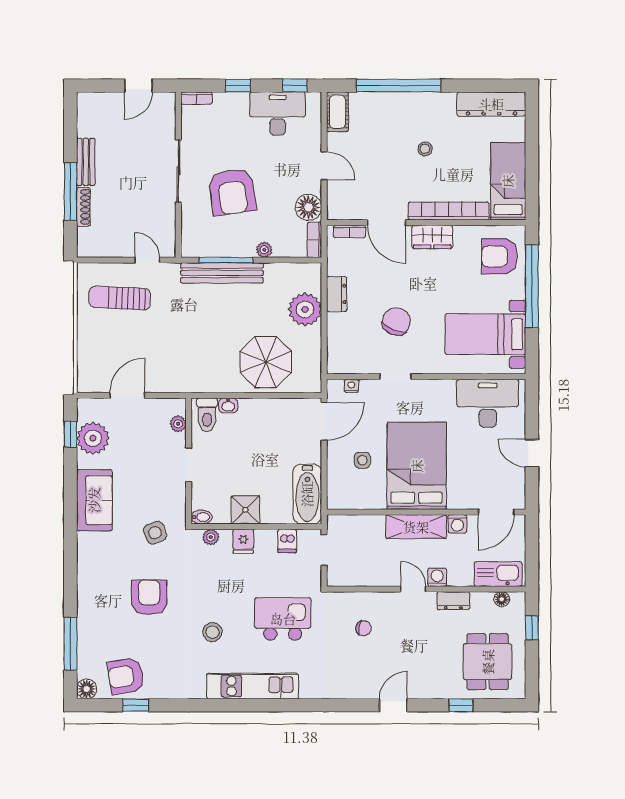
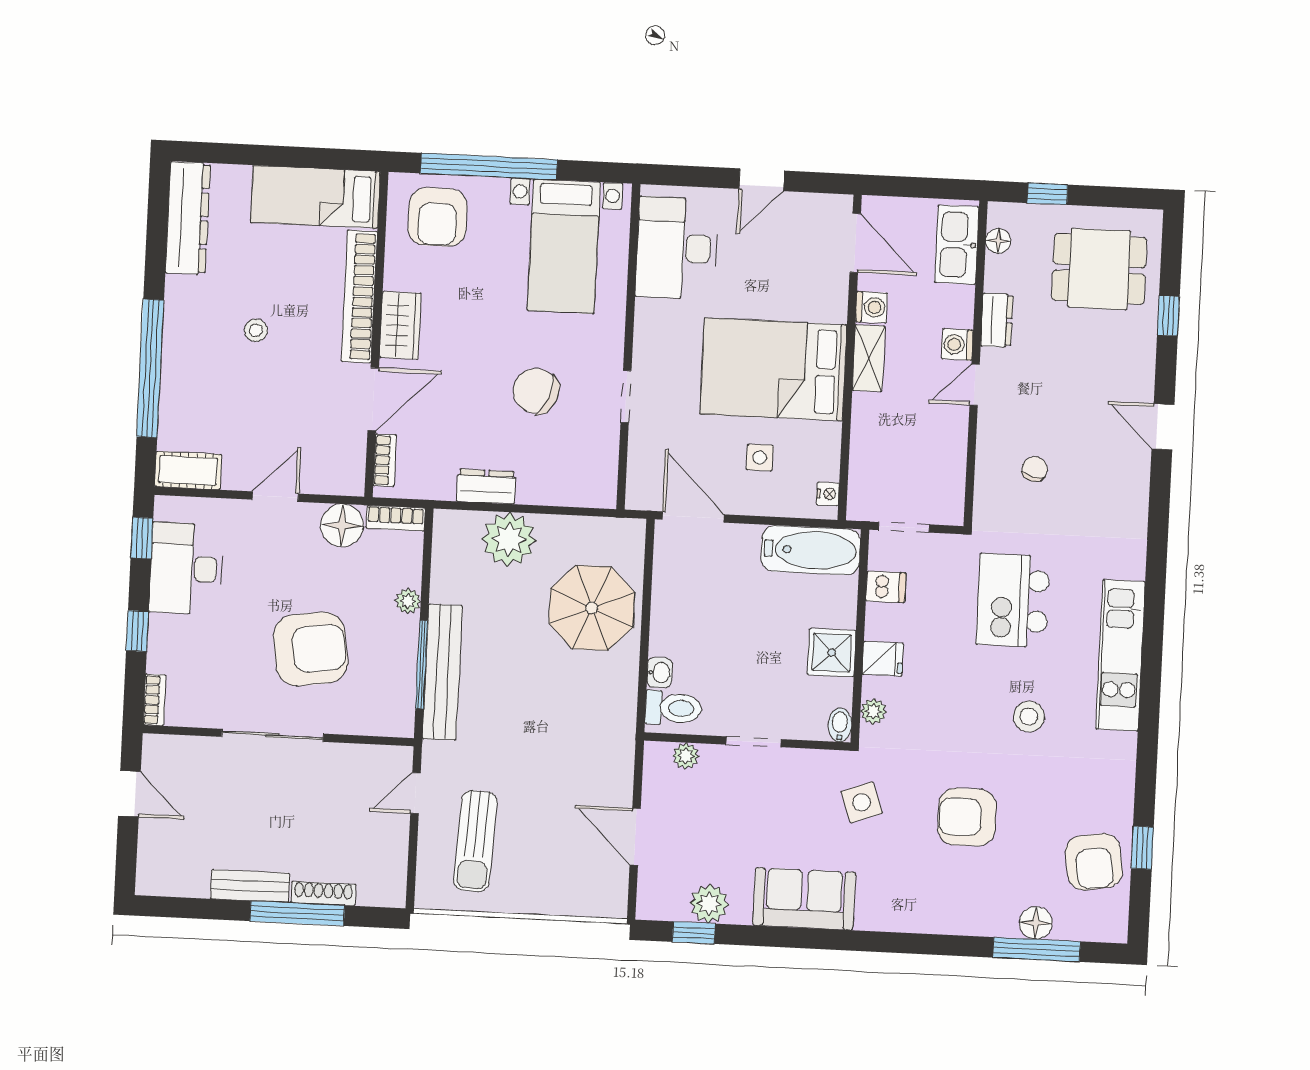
nightstand: (351, 386) -> (828, 494), moved, turned 180
plant: (93, 438) -> (709, 904), width x0.73, depth x0.73
shelving: (416, 527) -> (869, 358), width x0.67, depth x0.75
floor lamp: (87, 689) -> (1036, 923), moved

